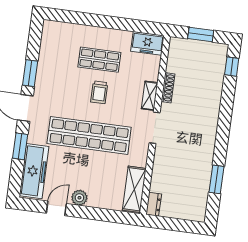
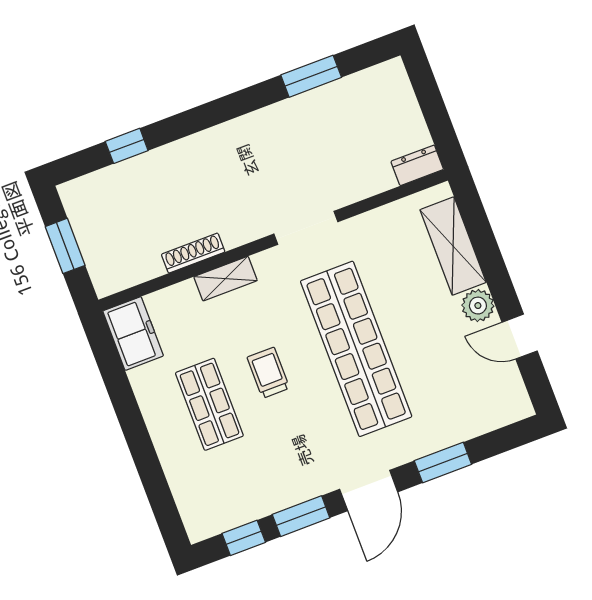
window: (34, 43) -> (244, 538), added
window: (232, 67) -> (127, 146), moved
trolley: (99, 92) -> (268, 373), turned -90
doorway: (155, 128) -> (306, 228), moved
freezer: (34, 171) -> (474, 413), removed
shelving: (134, 189) -> (453, 246), moved, turned 90

